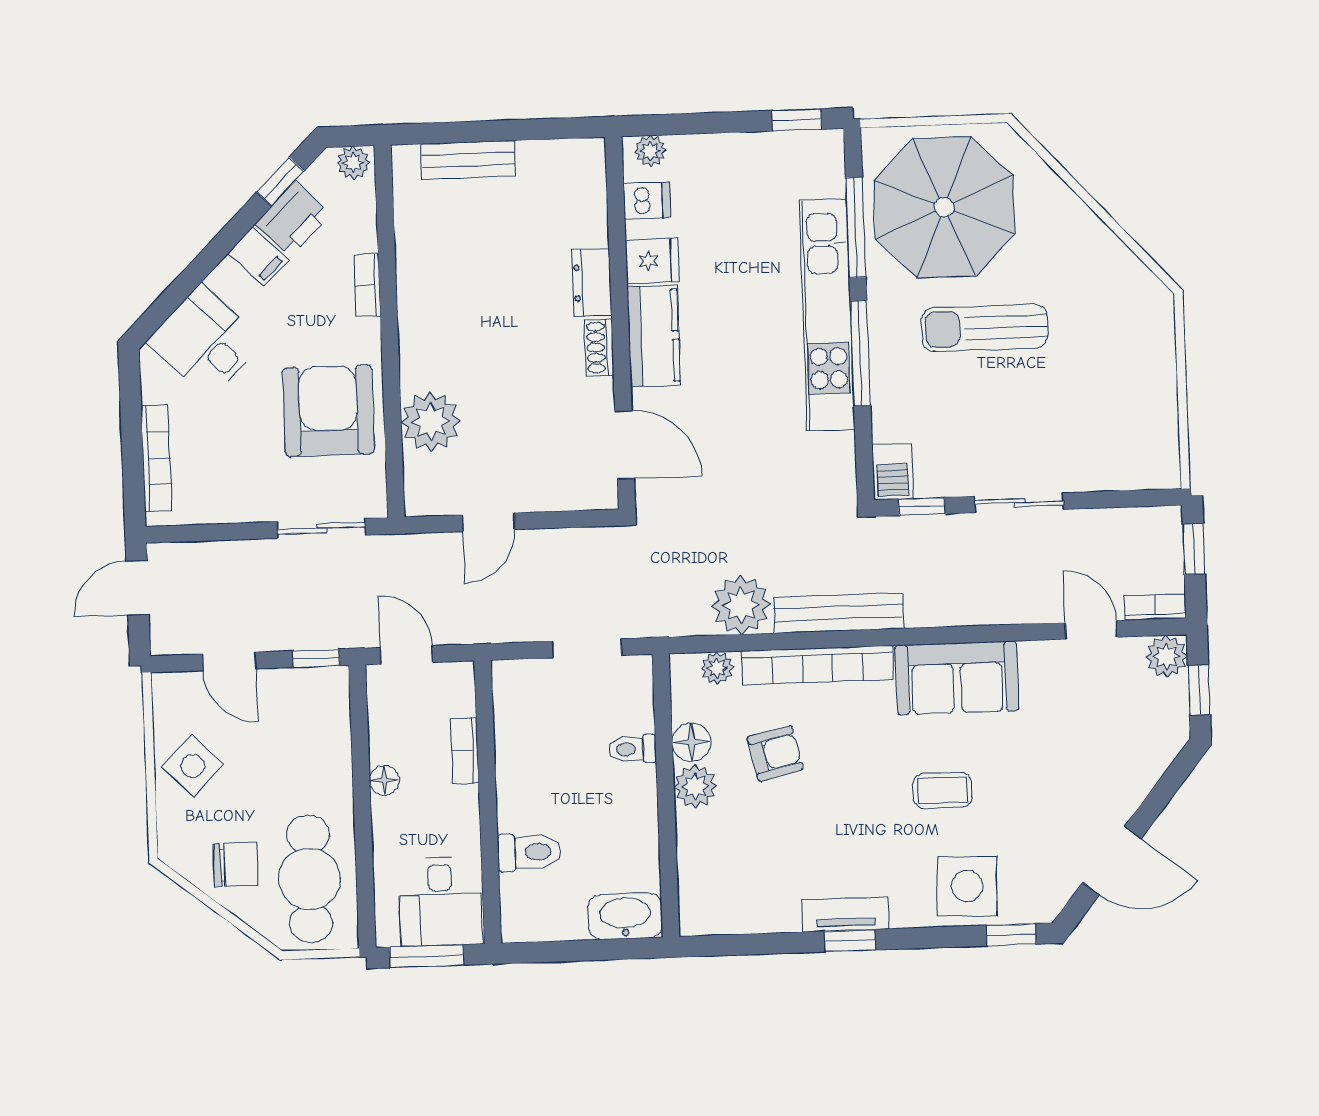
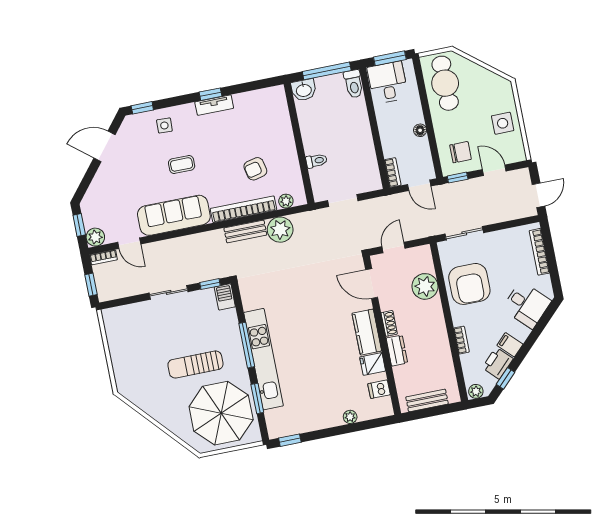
dishwasher: (647, 201) -> (379, 389), moved
window: (856, 227) -> (257, 398), width x0.69
fridge: (652, 261) -> (373, 364), moved
dresser: (592, 283) -> (397, 350), moved
wall: (620, 323) -> (382, 335), moved
sun lounger: (985, 328) -> (195, 365), turned 180
kitchen counter: (654, 336) -> (367, 332), moved
shoe rack: (599, 347) -> (389, 323), moved
door: (625, 445) -> (372, 284), moved
bench: (838, 613) -> (245, 232), width x0.73
sofa: (957, 678) -> (174, 215), width x1.36
floor lamp: (691, 742) -> (292, 168), removed
bookcase: (465, 751) -> (393, 172), moved
side table: (193, 766) -> (503, 123), turned 45
plant: (695, 786) -> (287, 149), removed
toilet: (529, 852) -> (354, 84), moved, turned -90
chair: (236, 865) -> (461, 152), moved, turned 180
side table: (967, 886) -> (164, 125), width x0.54, depth x0.54
washbasin: (625, 916) -> (304, 90), width x0.72
window: (576, 951) -> (327, 71), added

